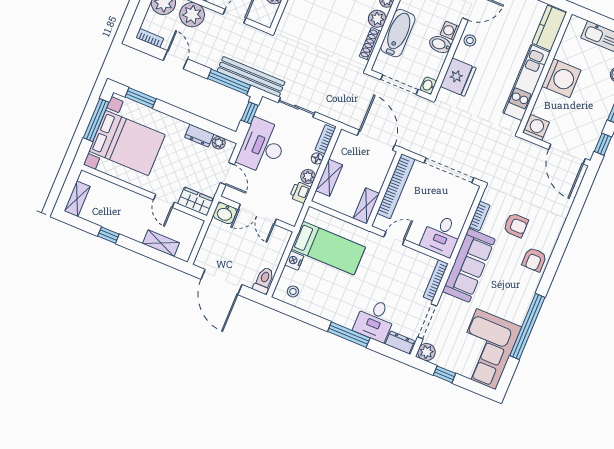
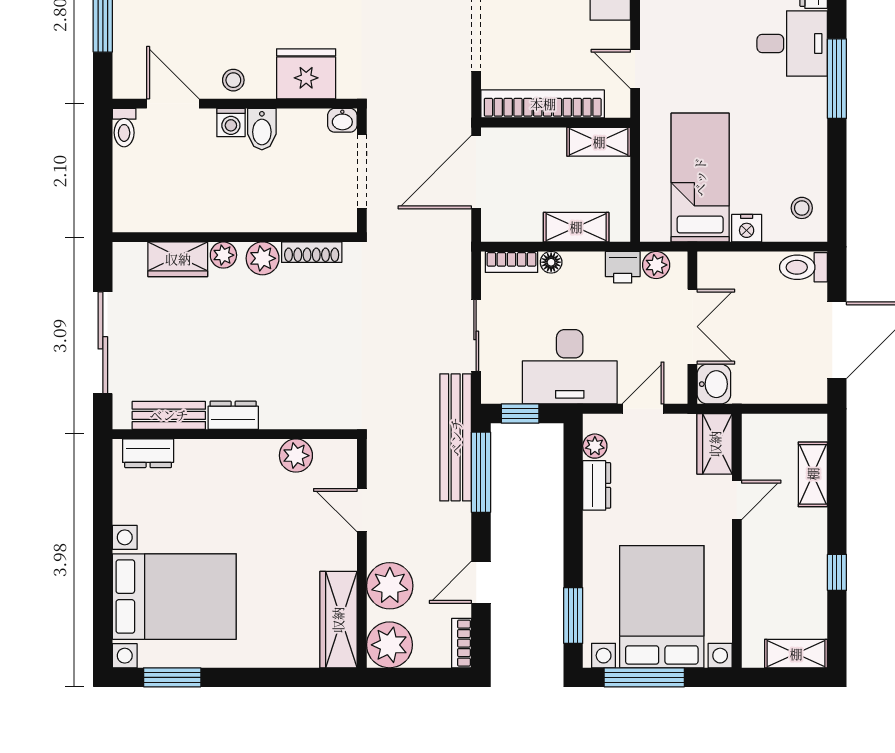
bathtub: (398, 33) -> (273, 212), removed
plant: (308, 176) -> (656, 265), moved

